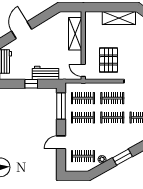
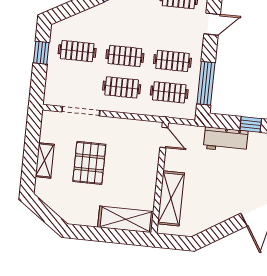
shelving: (119, 18) -> (126, 219), moved
pallet: (109, 60) -> (89, 163), moved

